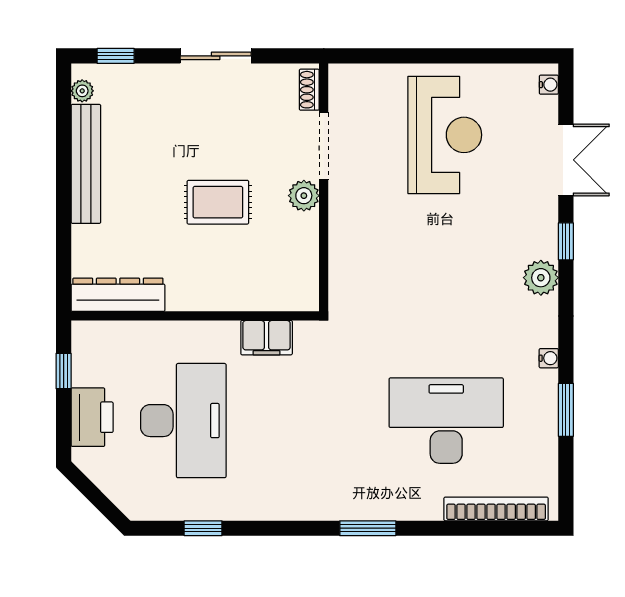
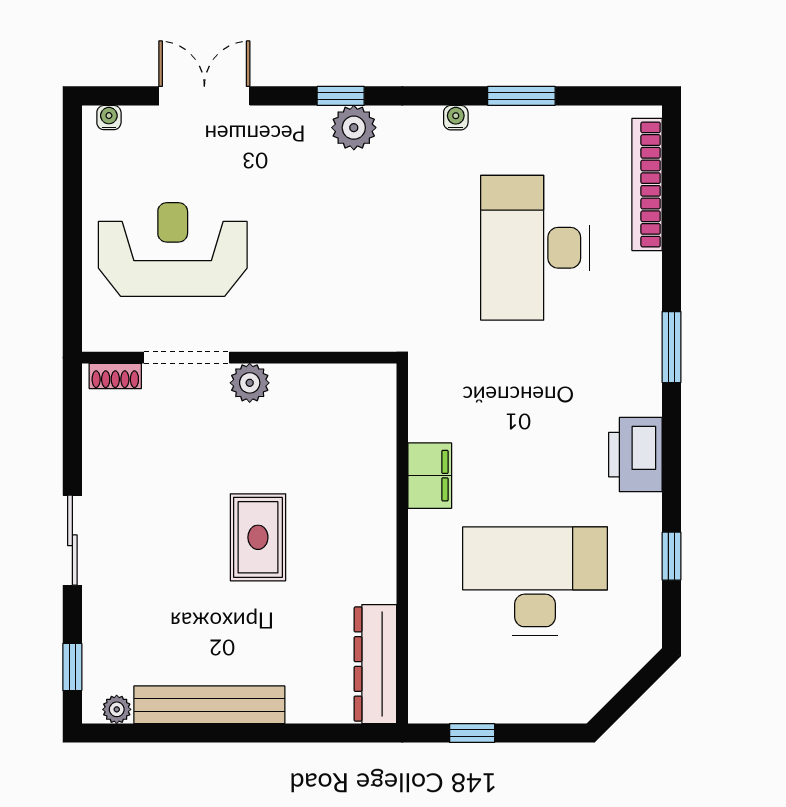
shoe rack: (309, 90) -> (115, 376), moved
doorway: (324, 146) -> (187, 358), moved
wall: (324, 187) -> (239, 358), moved
plant: (304, 196) -> (250, 383), moved
window: (566, 241) -> (341, 96), moved
printer: (92, 417) -> (635, 455), moved, turned -90

